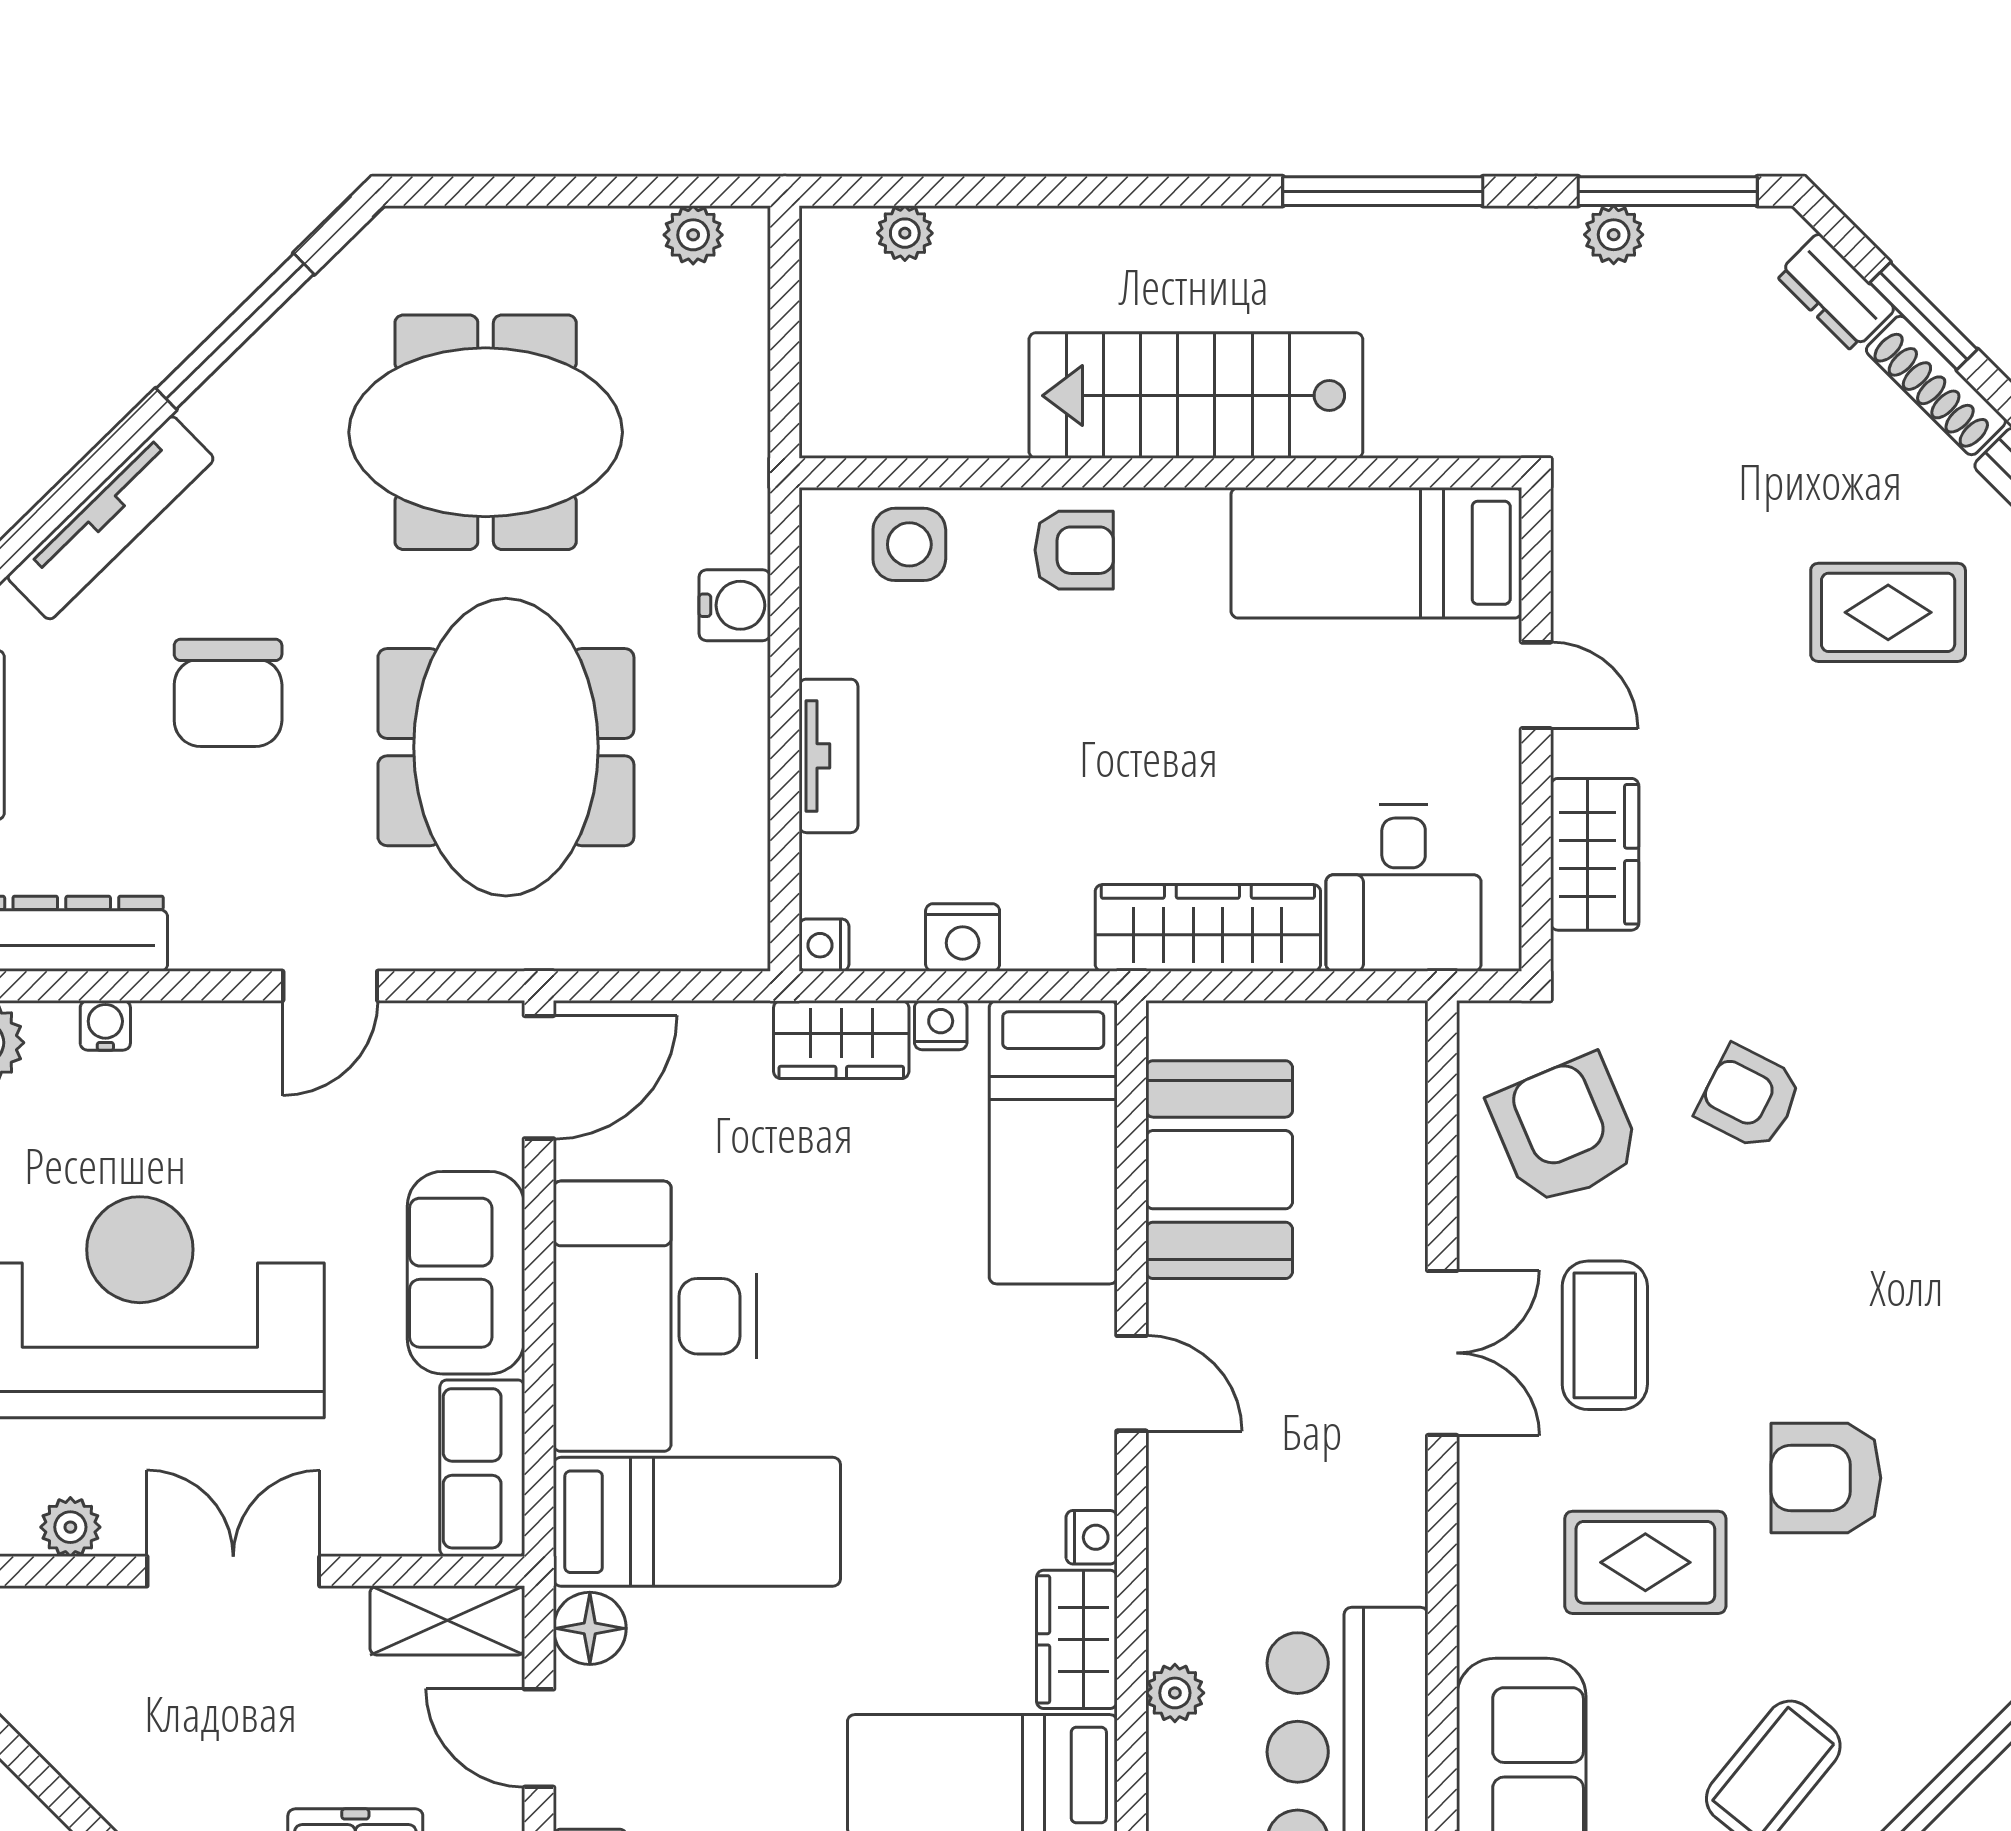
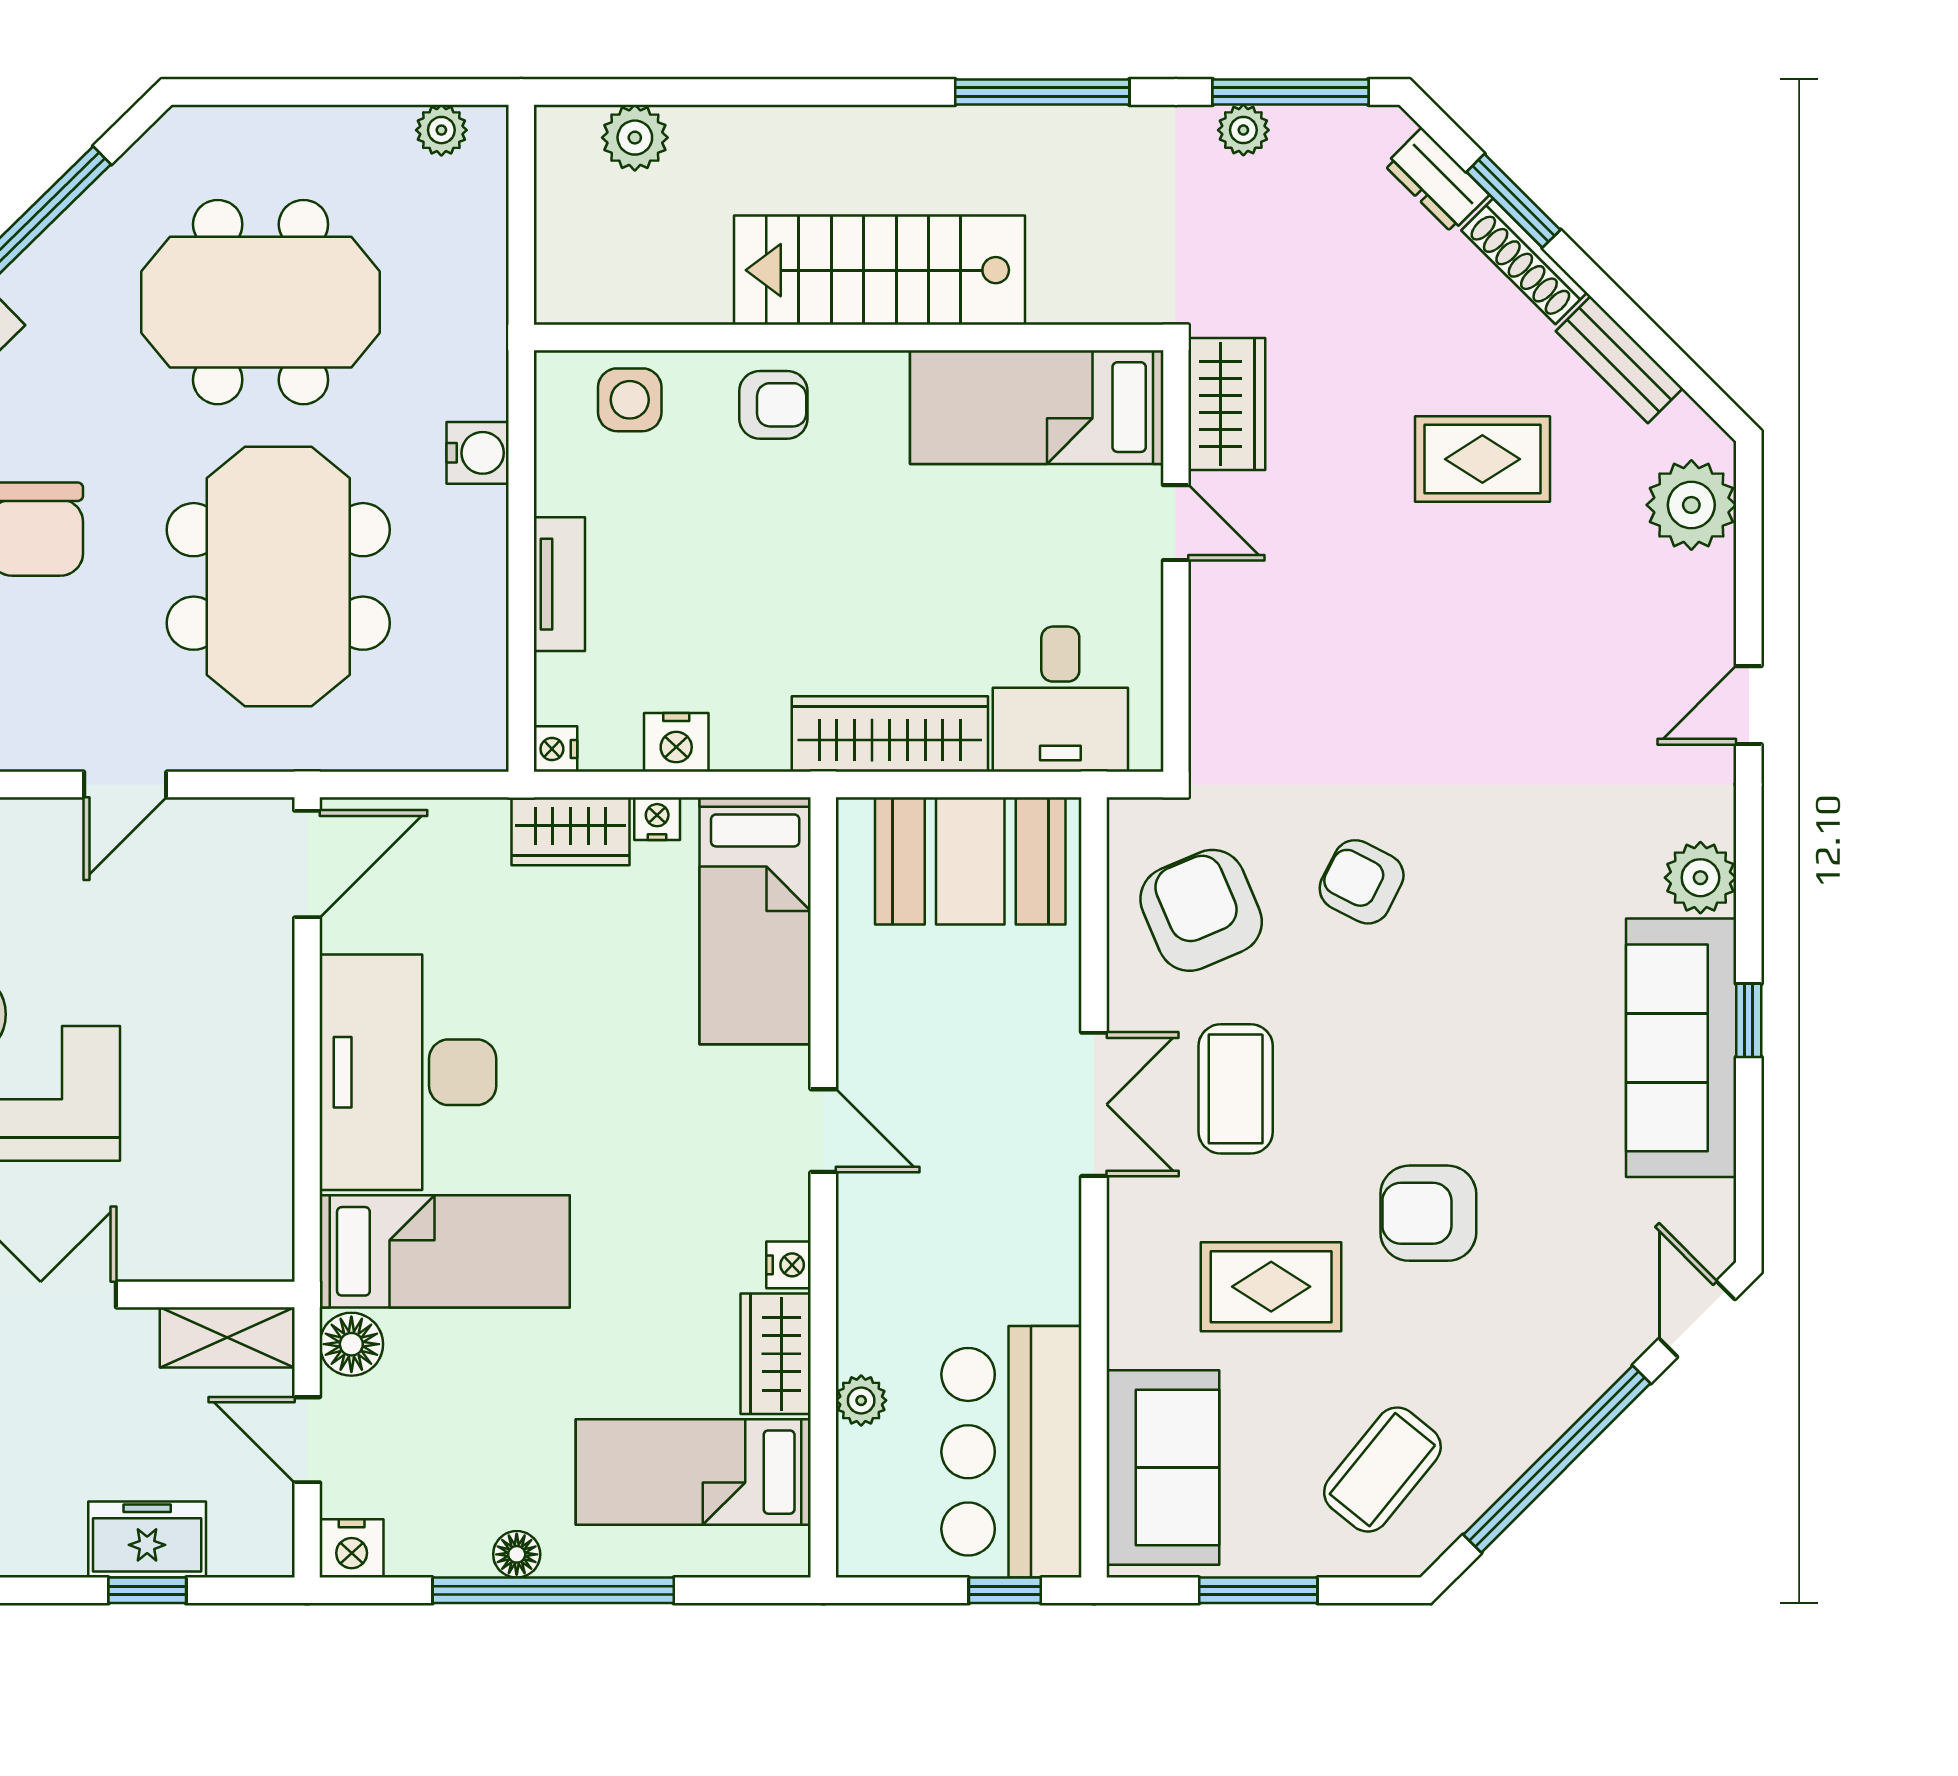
plant: (905, 233) -> (635, 138), width x1.38, depth x1.38
wardrobe: (1595, 854) -> (1227, 404), moved
booth: (1219, 1170) -> (970, 861), moved, turned 90
sofa: (466, 1273) -> (243, 1034), removed
row of seats: (482, 1468) -> (258, 1205), removed

